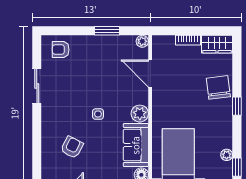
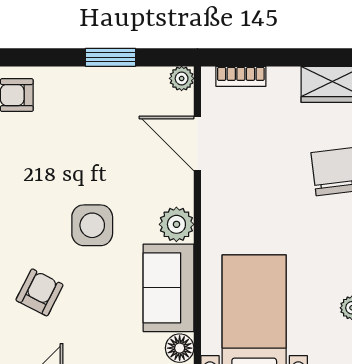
bookcase: (188, 40) -> (241, 76), moved
side table: (98, 114) -> (92, 225), width x1.87, depth x1.87

